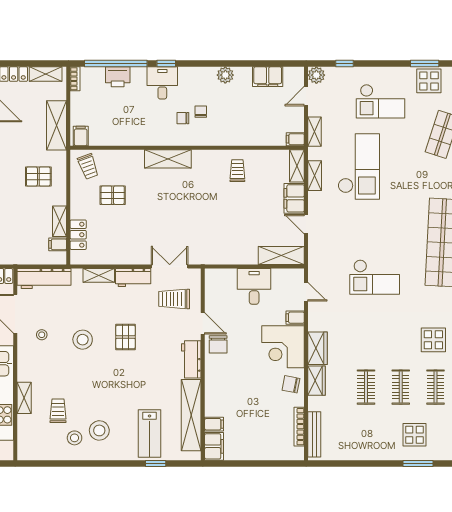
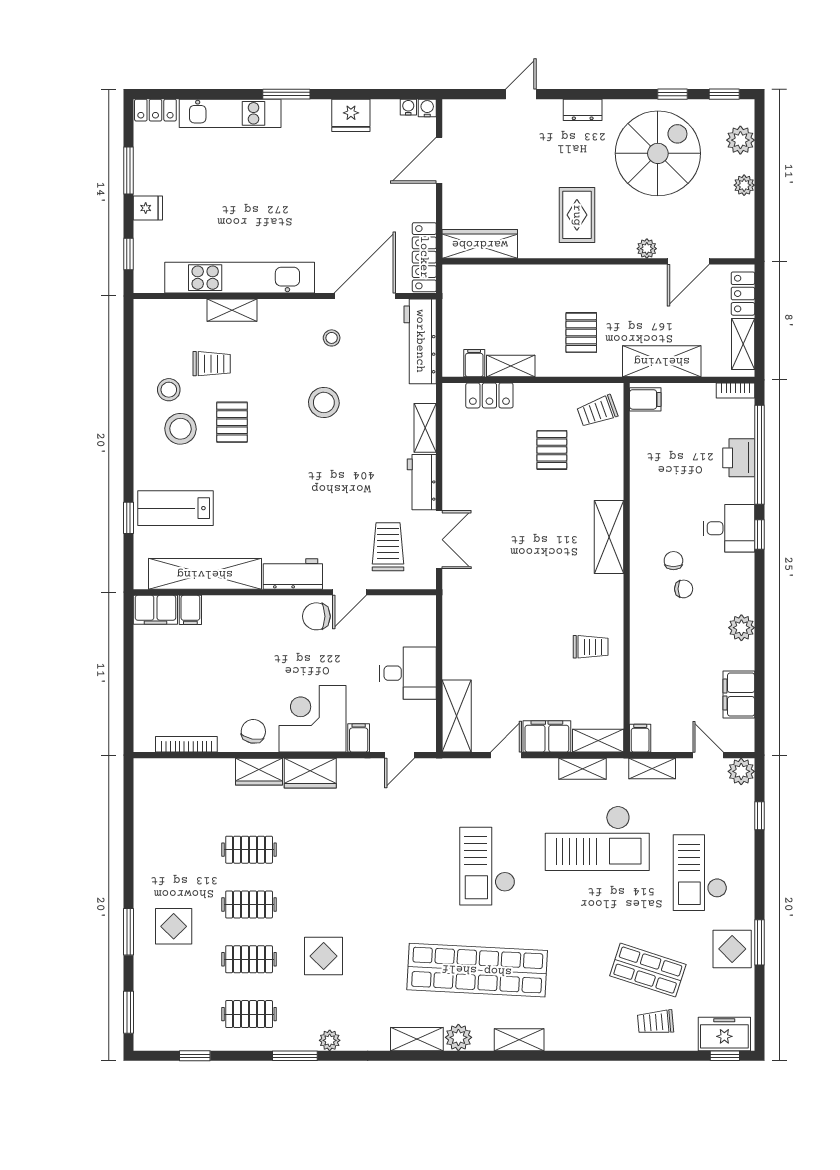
checkout: (375, 277) -> (487, 866), moved
pallet: (126, 337) -> (232, 422), moved, turned 90
bench: (314, 434) -> (174, 768), removed

